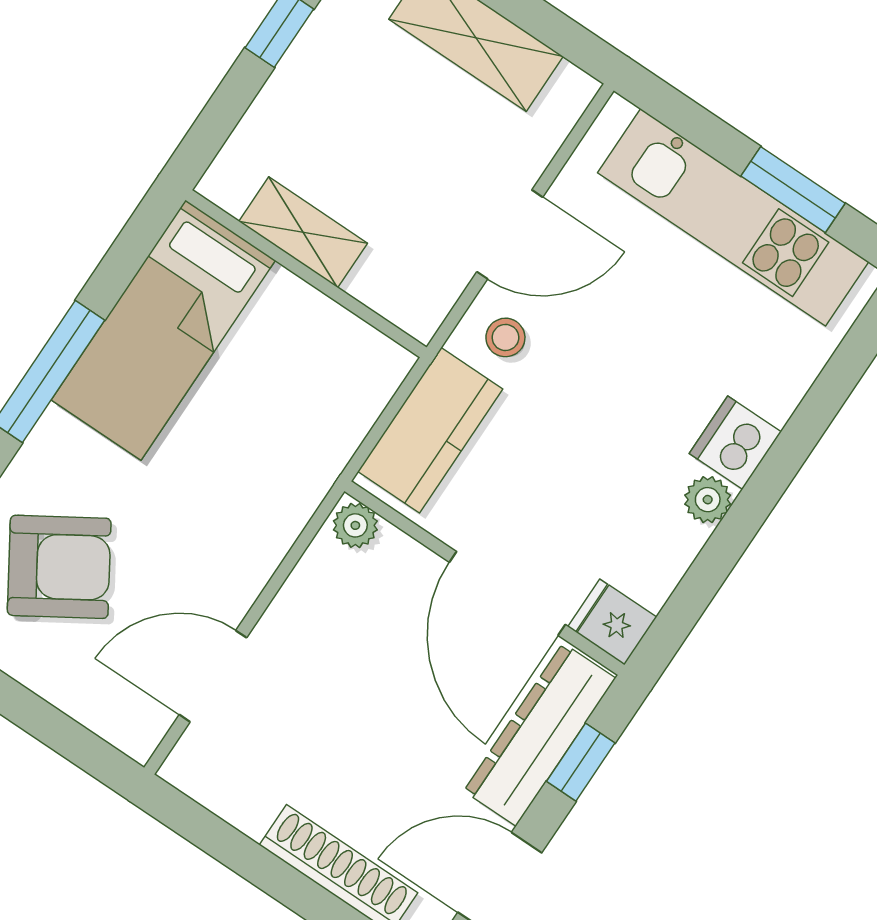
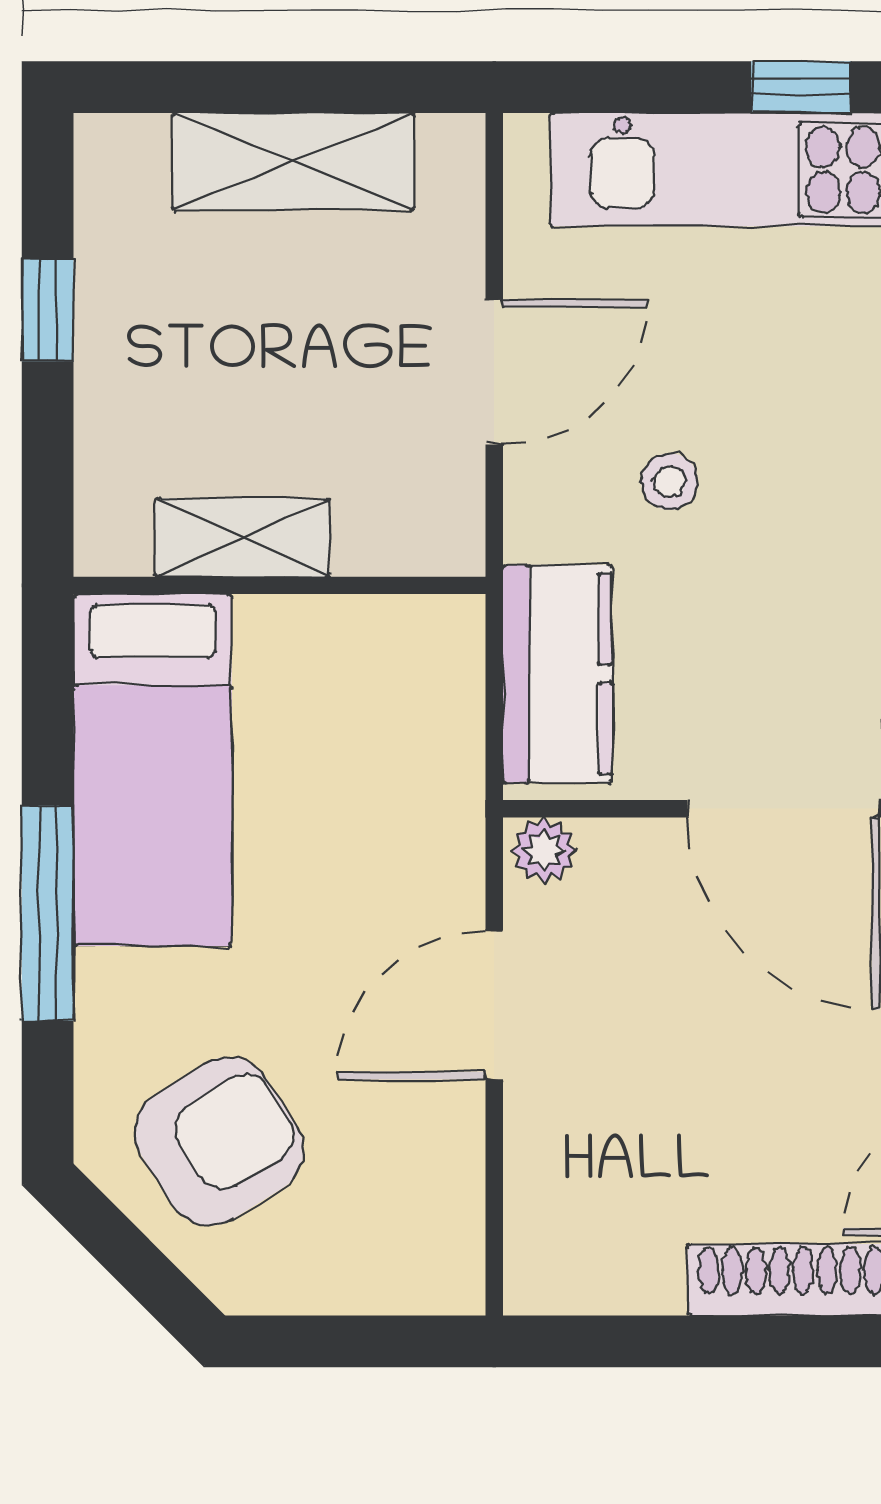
window: (793, 190) -> (801, 87), width x0.67
stool: (505, 337) -> (670, 482), moved
door: (213, 676) -> (494, 1005), moved

